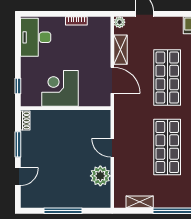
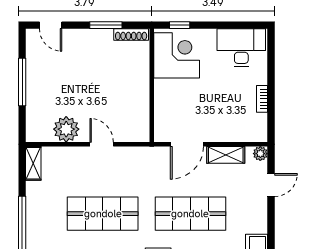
corner desk: (60, 88) -> (177, 55), moved
shoe rack: (25, 120) -> (131, 34), width x1.43
door: (112, 148) -> (102, 144), hinge flipped
door: (18, 177) -> (51, 25), moved
shelving: (140, 202) -> (33, 163), moved

